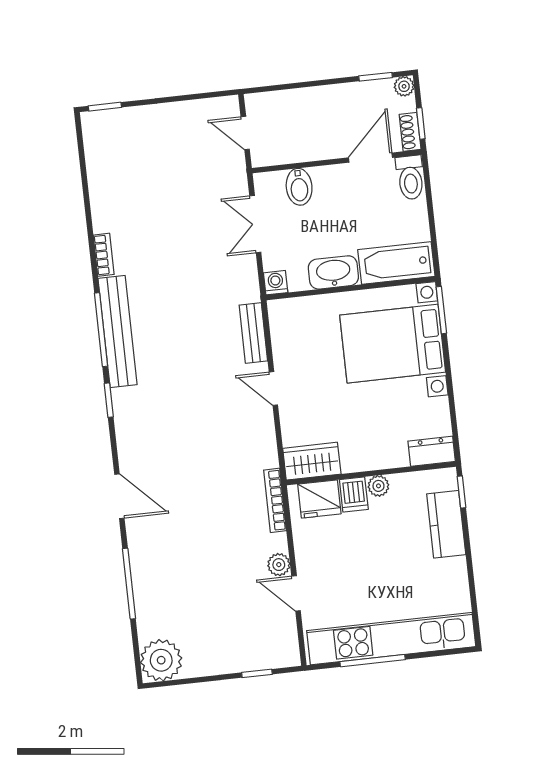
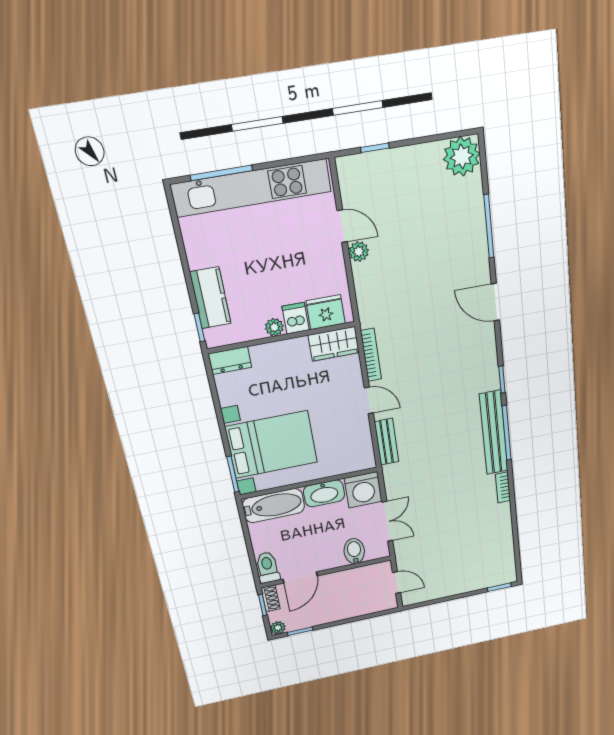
washing machine: (276, 283) -> (363, 490), width x1.89, depth x1.89
bookcase: (275, 500) -> (371, 355), moved
window: (373, 661) -> (221, 173), moved

